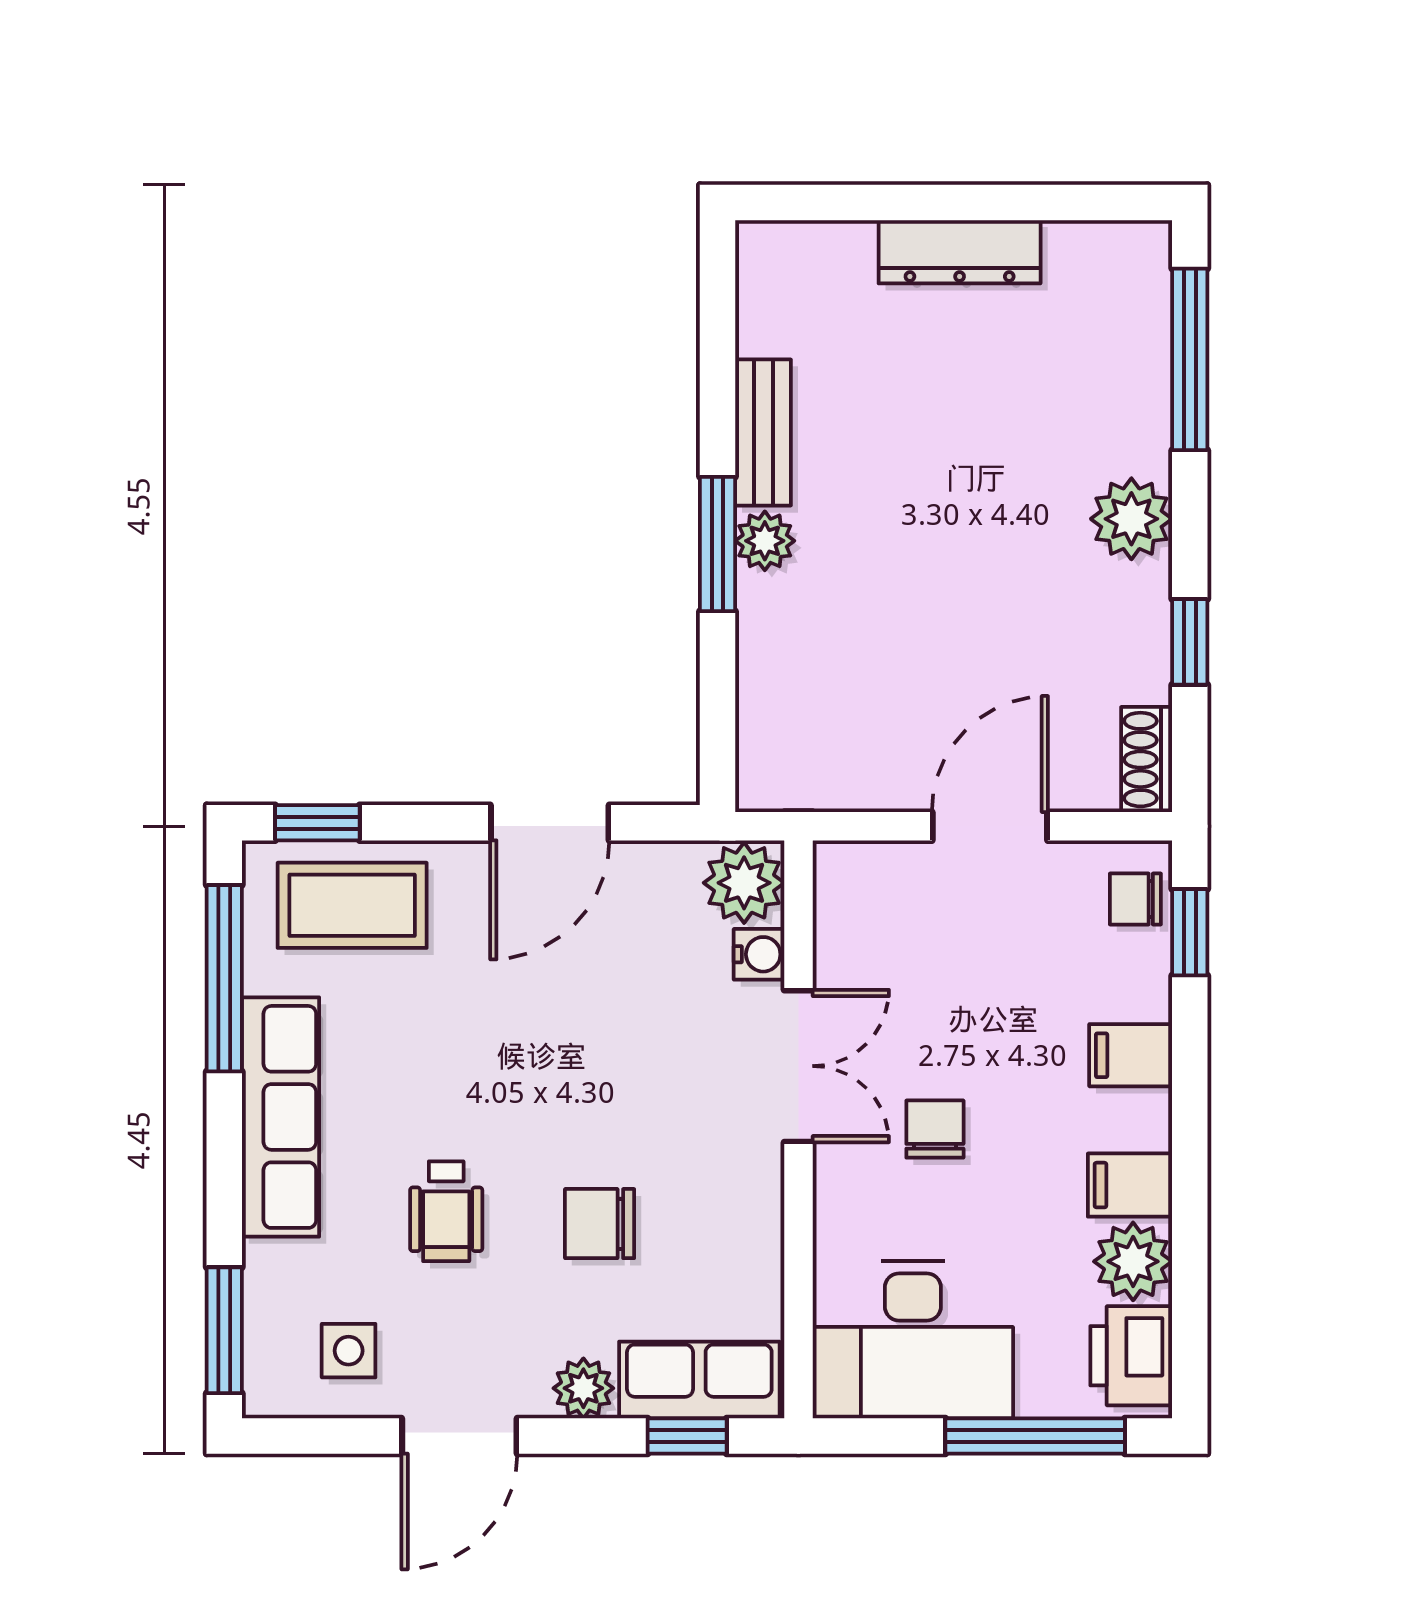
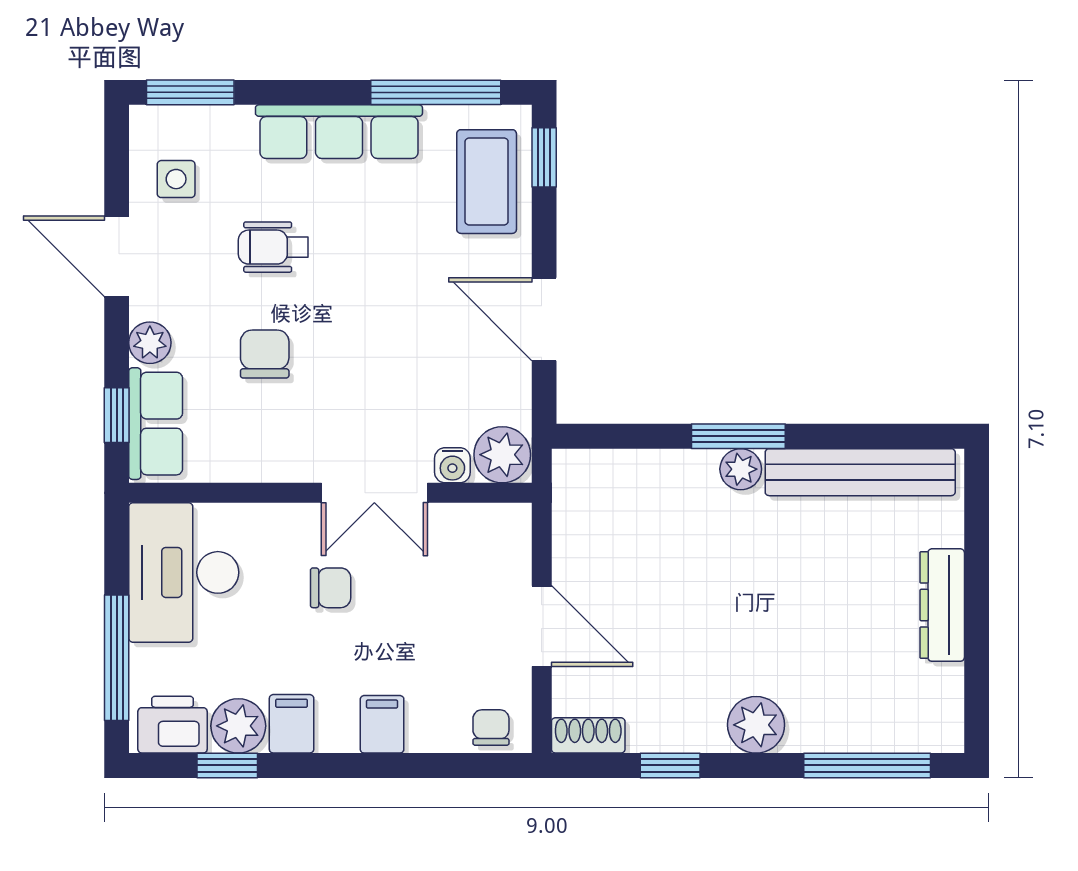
bench: (763, 432) -> (860, 472), width x1.86, depth x1.21
window: (1190, 932) -> (227, 765), moved

